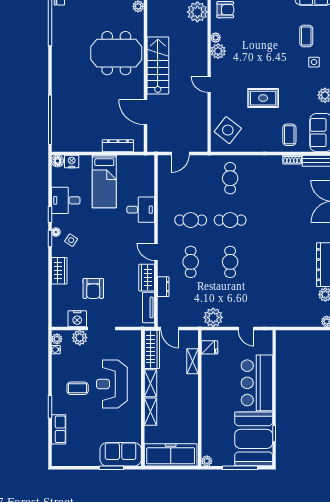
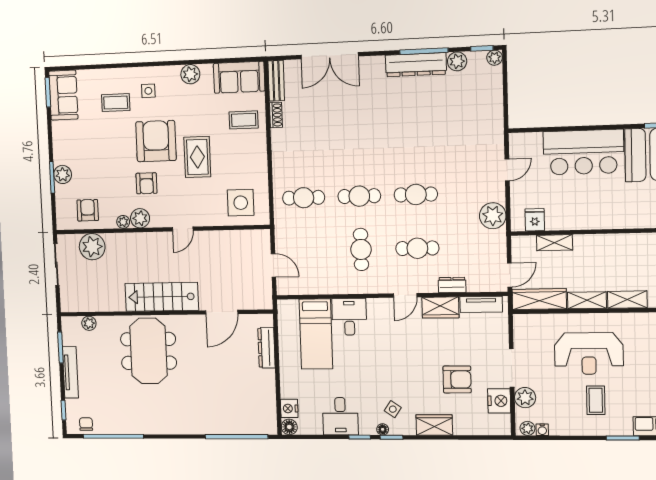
armchair: (244, 57) -> (147, 183), added
armchair: (276, 66) -> (156, 141), added
side table: (228, 130) -> (241, 203), turned -38
bed: (104, 181) -> (316, 334), moved, turned 90
cafe table: (230, 220) -> (359, 196), turned 90

